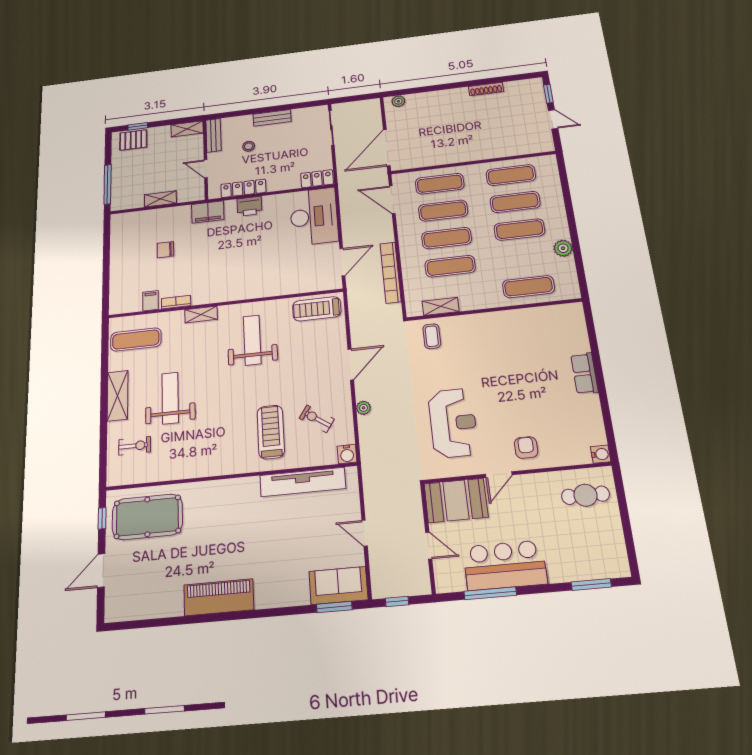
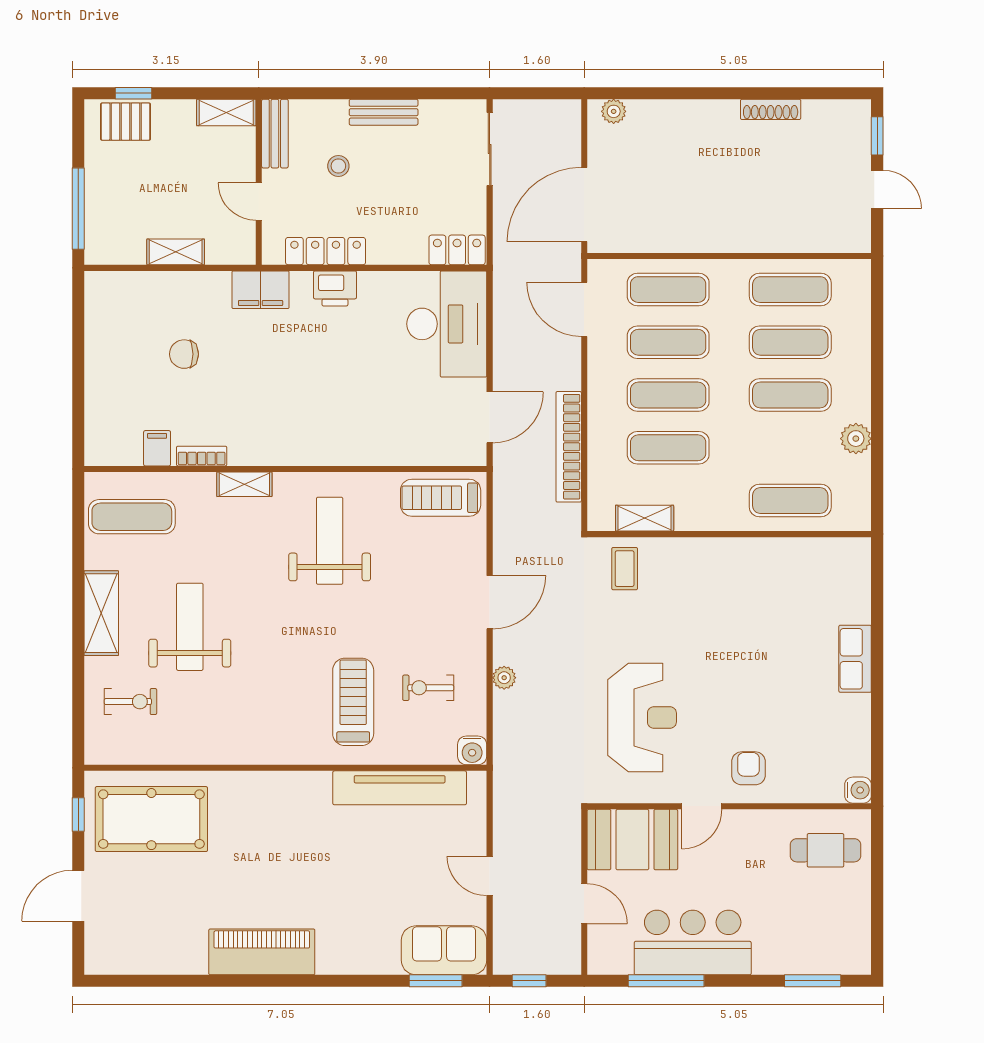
exercise bike: (317, 419) -> (428, 688), turned -34

